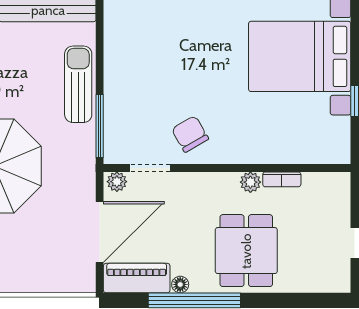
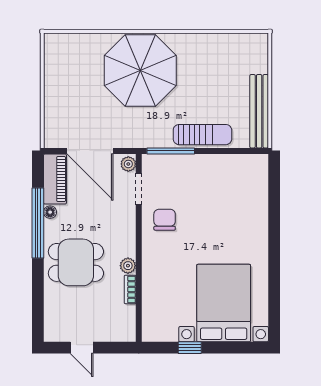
chair: (190, 134) -> (165, 220), turned -60

